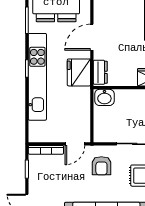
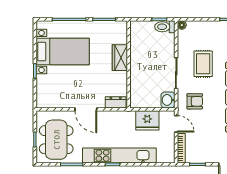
fridge: (79, 72) -> (147, 120), moved
washbasin: (104, 97) -> (168, 100), moved, turned 180

